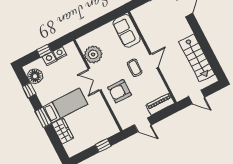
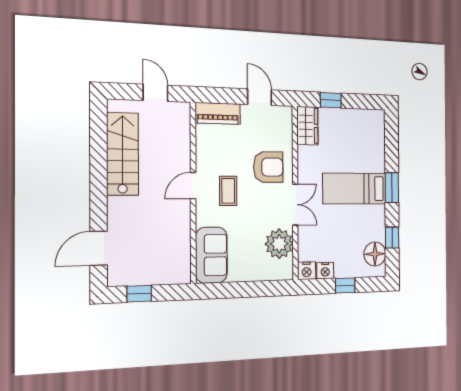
nightstand: (49, 59) -> (307, 271), moved
wardrobe: (63, 131) -> (307, 126), moved, turned 180

